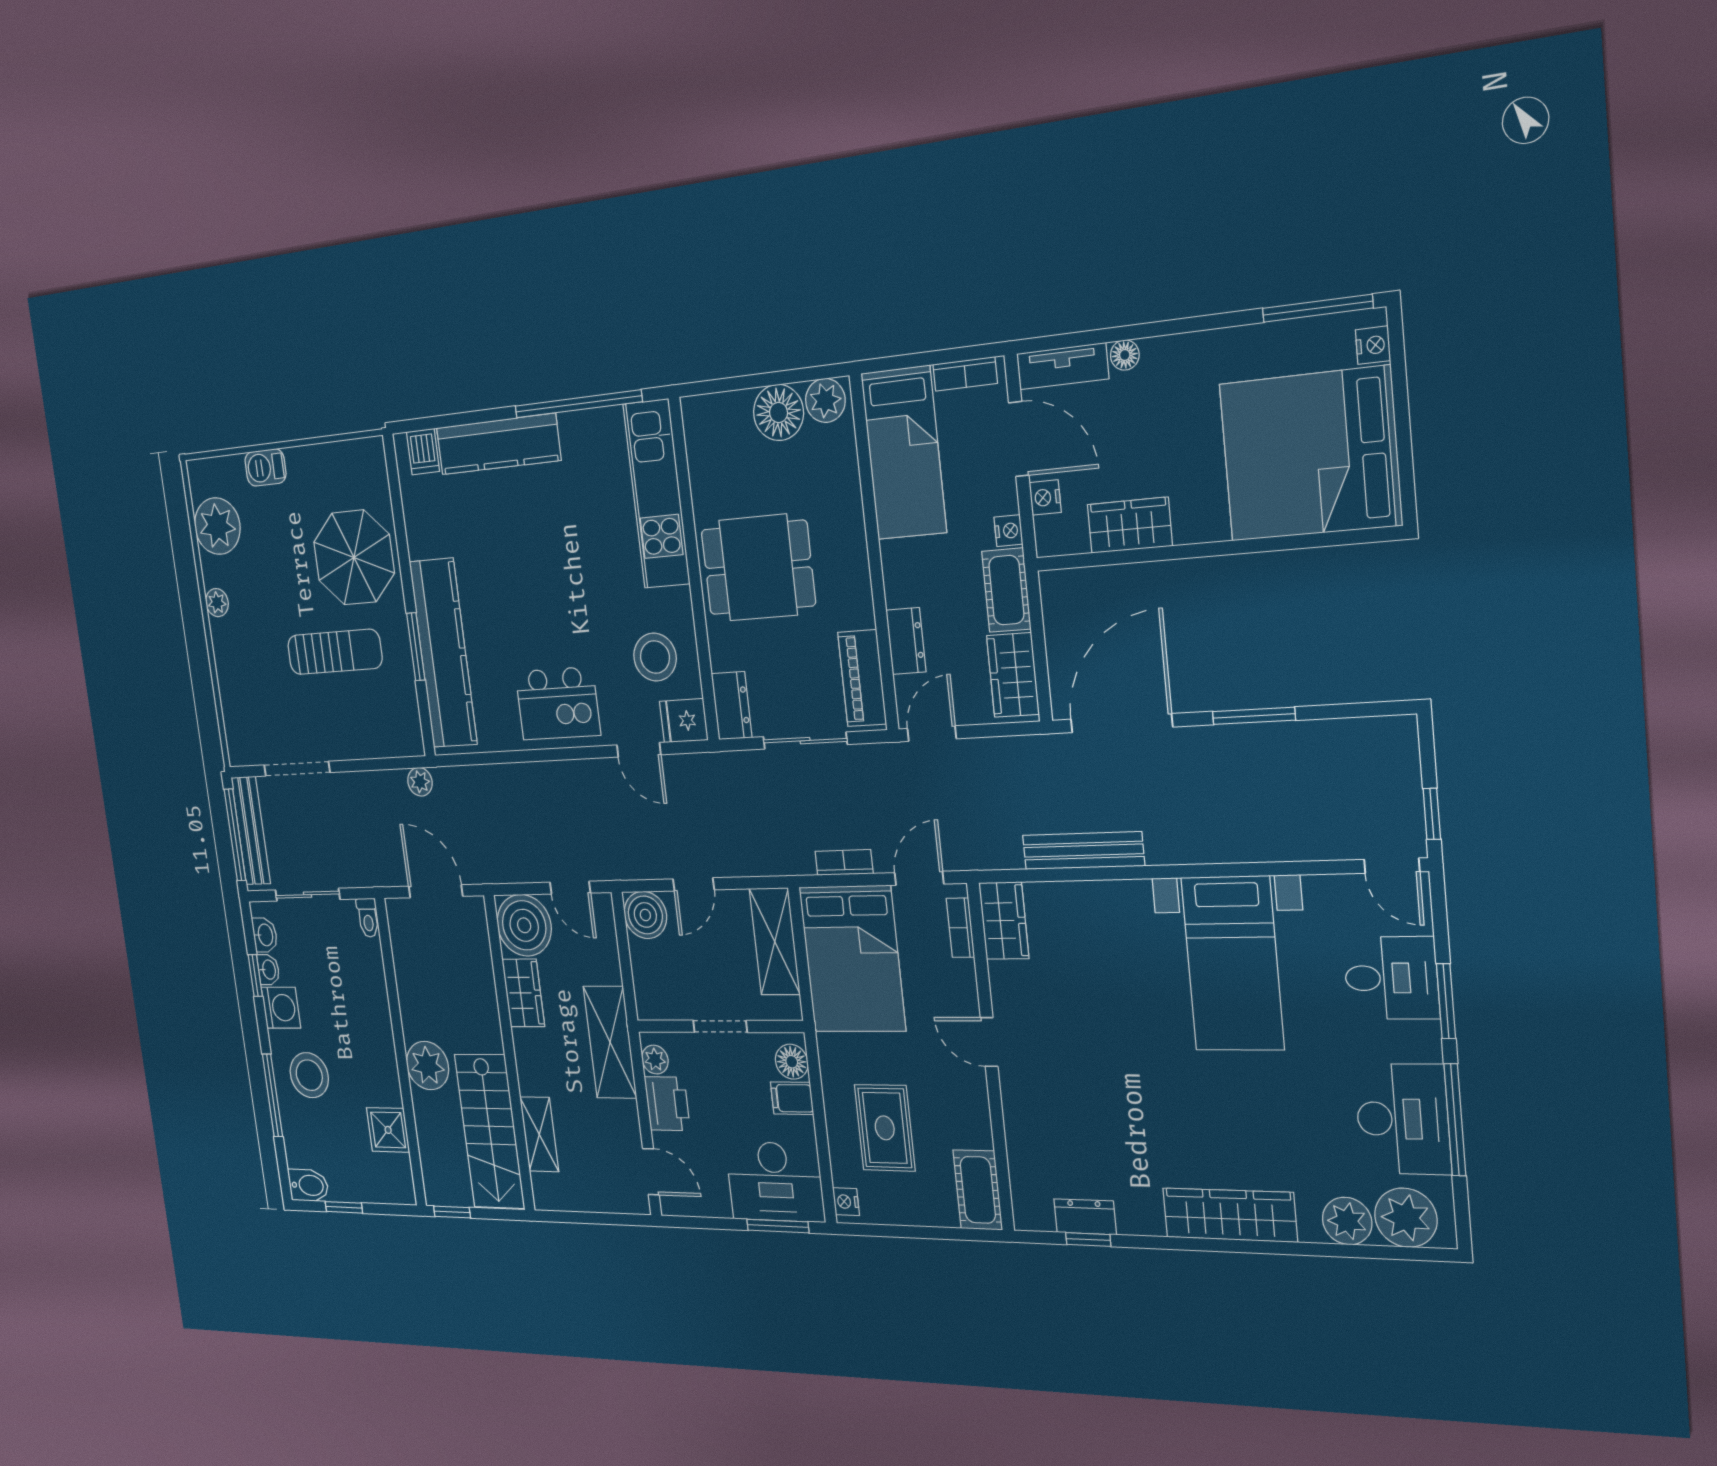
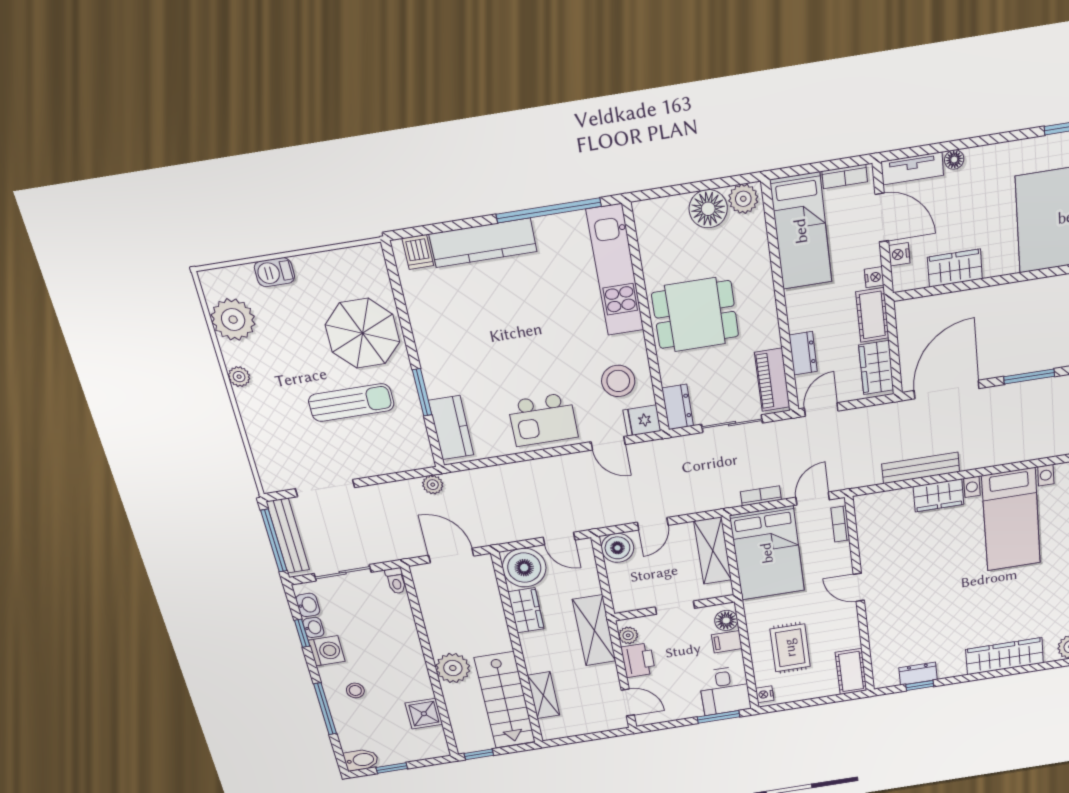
kitchen counter: (443, 653) -> (451, 428), width x0.48, depth x0.86
wardrobe: (1004, 921) -> (938, 495), moved, turned 90
stool: (309, 1075) -> (355, 690), width x0.53, depth x0.53
desk: (775, 1182) -> (725, 691), width x0.73

